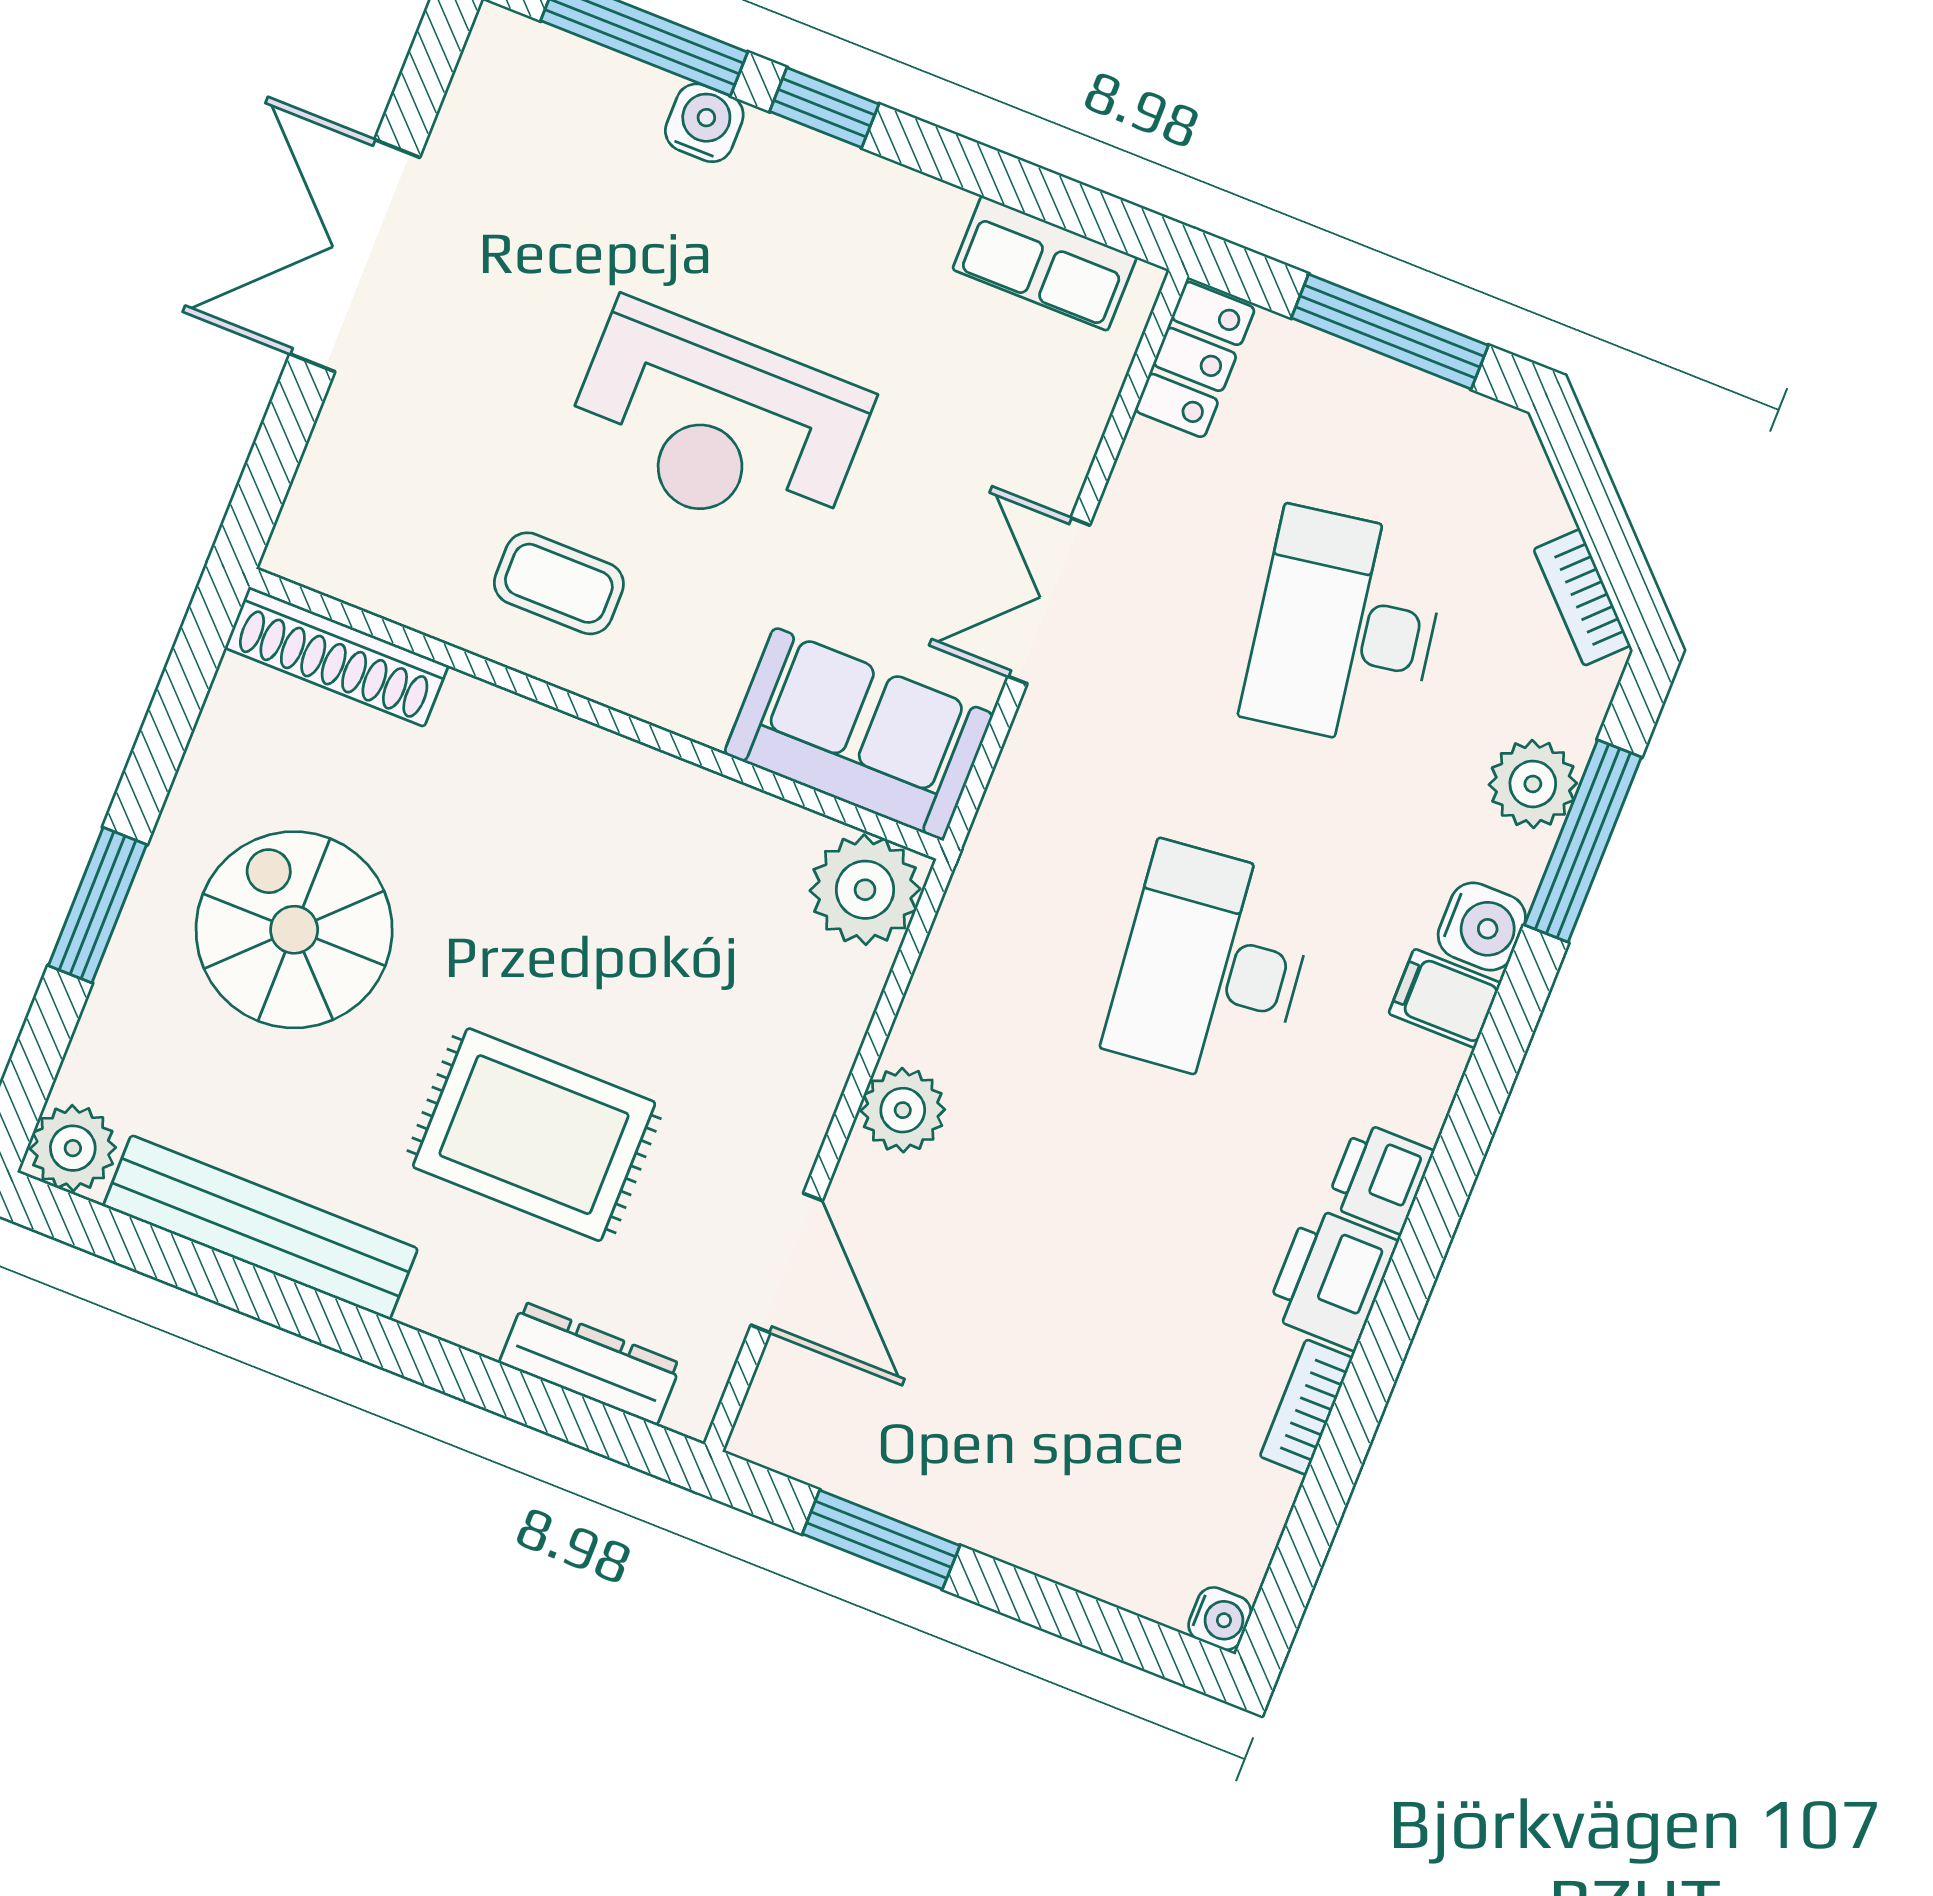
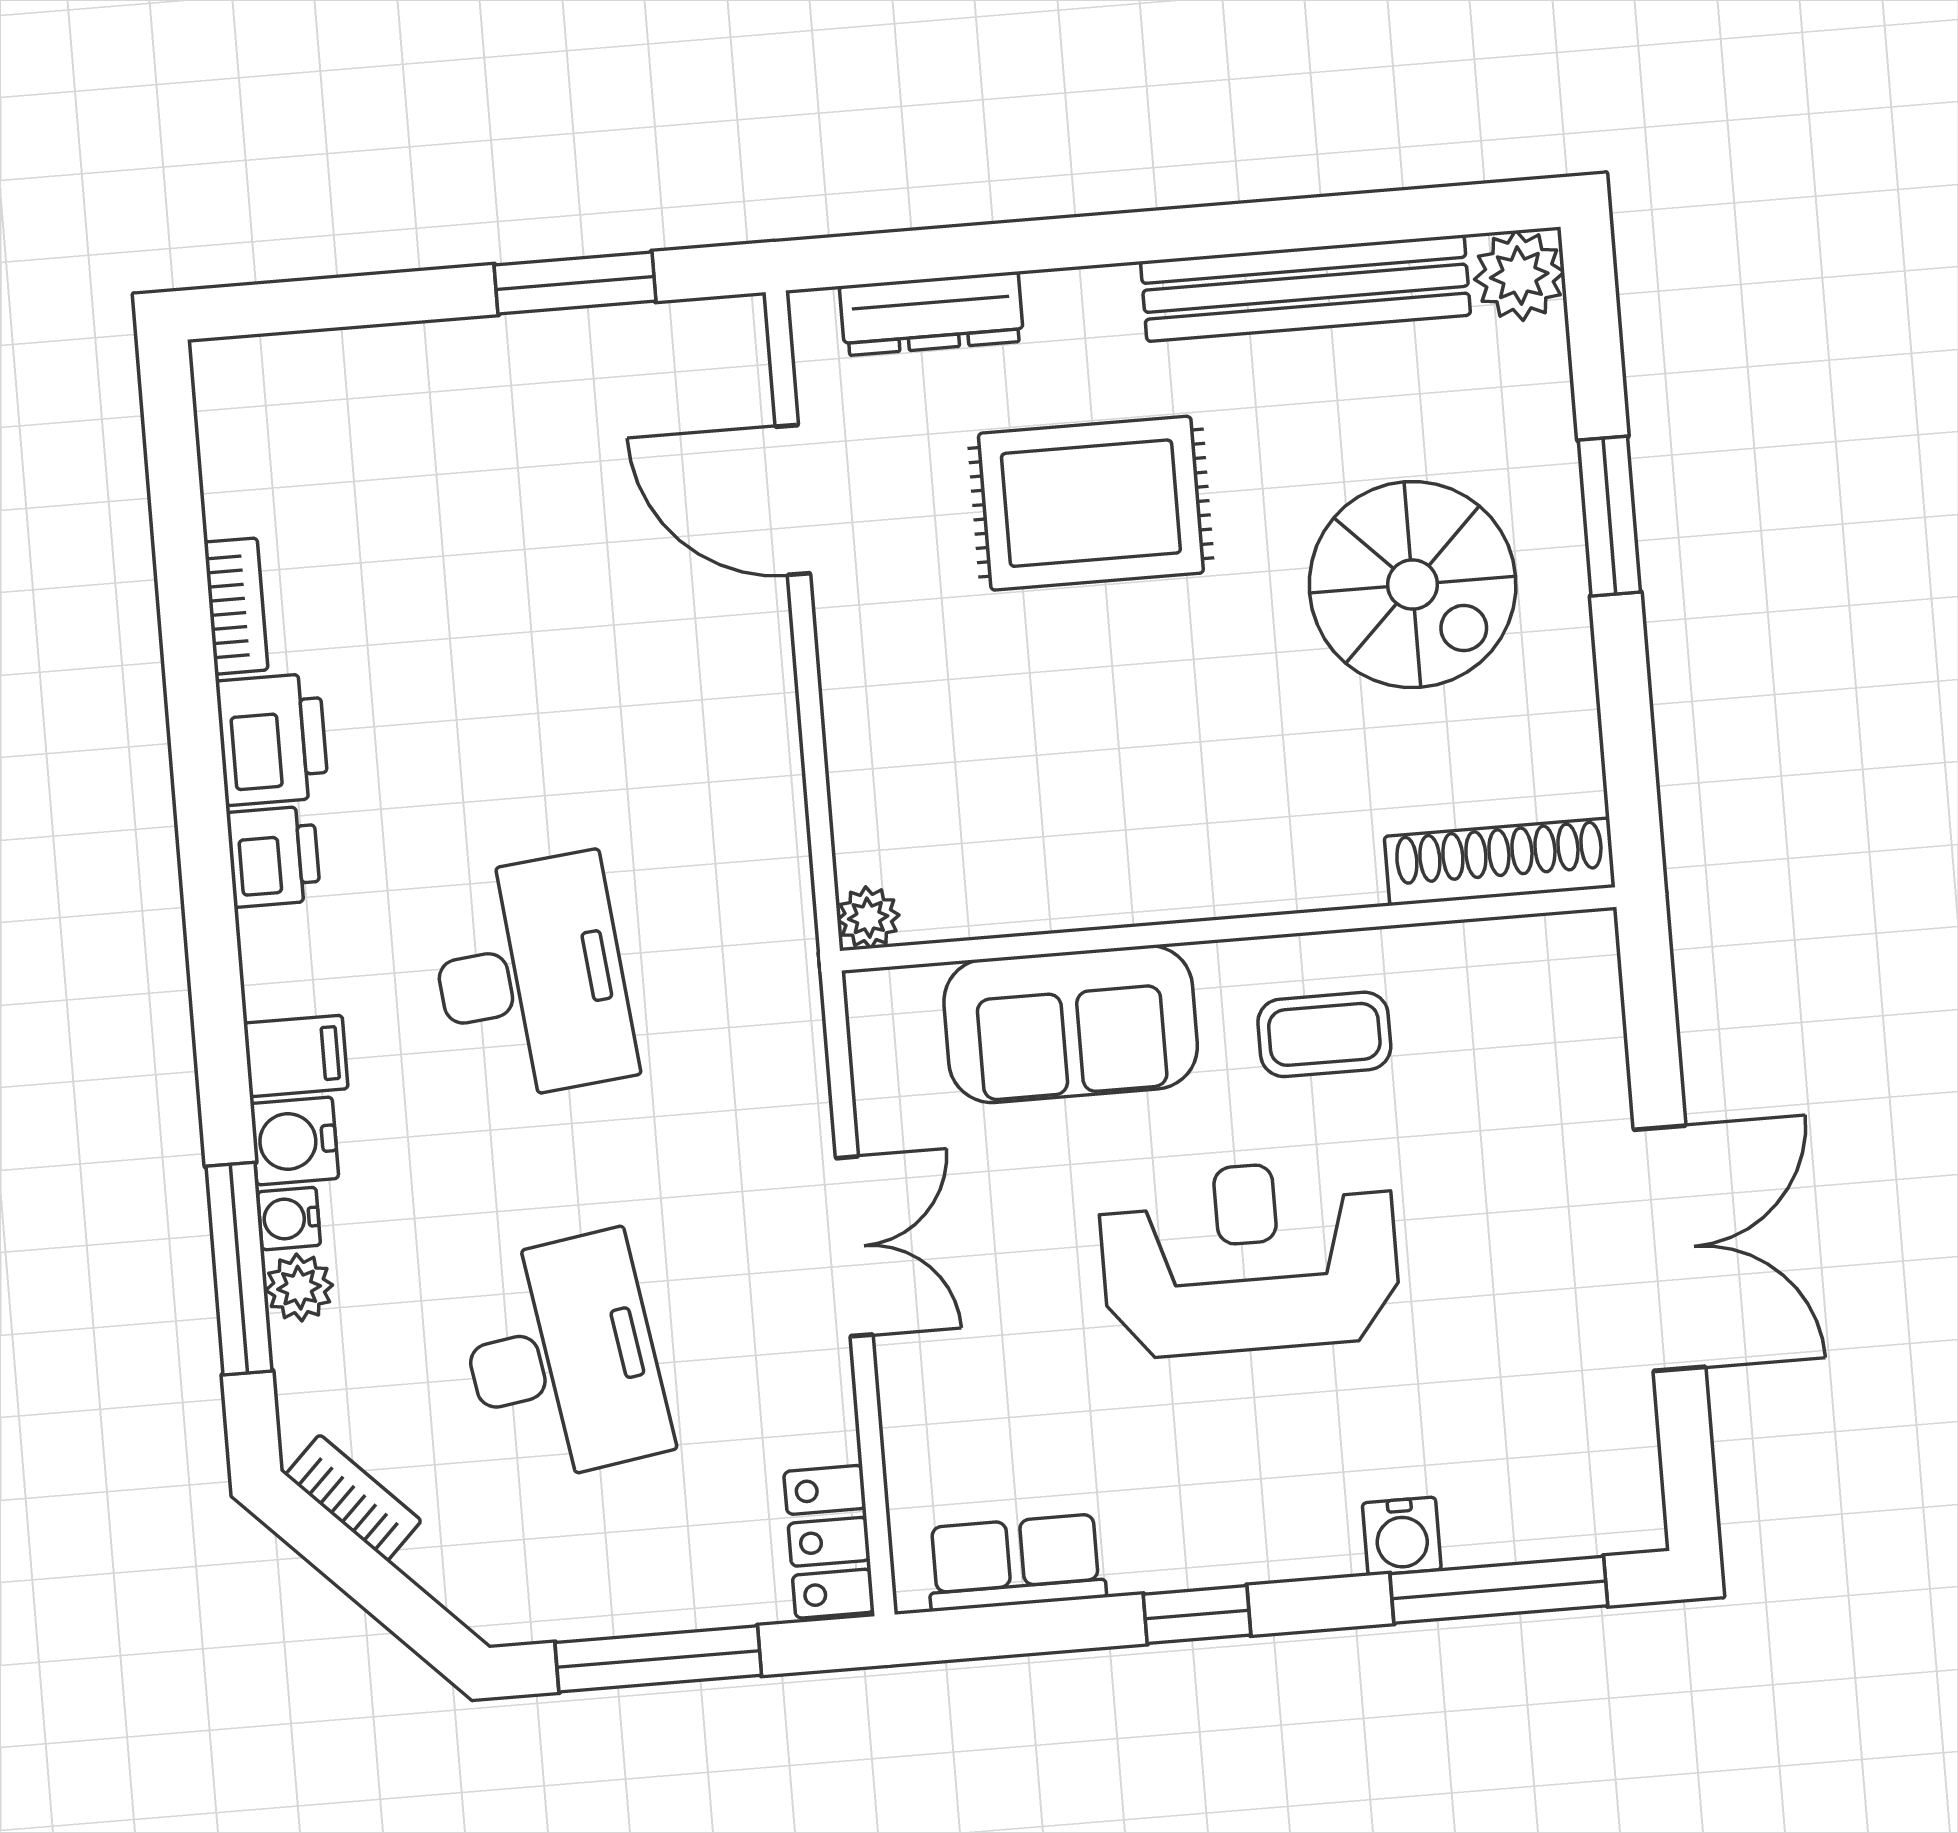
window: (824, 108) -> (1197, 1615), moved
sofa: (859, 734) -> (1071, 1024), moved
plant: (1533, 784) -> (299, 1288), width x0.73, depth x0.73
plant: (865, 890) -> (868, 918), width x0.53, depth x0.53
plant: (903, 1110) -> (755, 698), removed
water cooler: (1220, 1619) -> (289, 1219), moved

